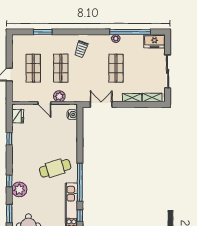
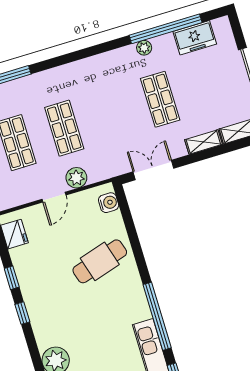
freezer: (154, 41) -> (195, 38), moved
trolley: (81, 49) -> (90, 84), removed
door: (44, 103) -> (54, 197), hinge flipped
cafe table: (55, 168) -> (100, 261), moved
window: (9, 181) -> (22, 313), moved

